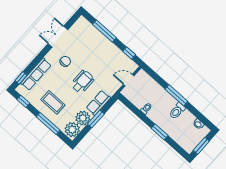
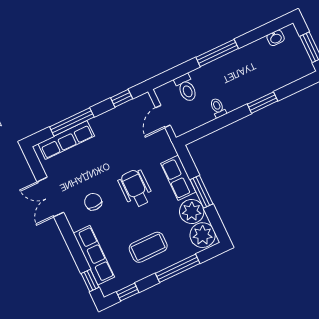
row of seats: (93, 32) -> (66, 140), added
toilet: (177, 111) -> (186, 88), moved

